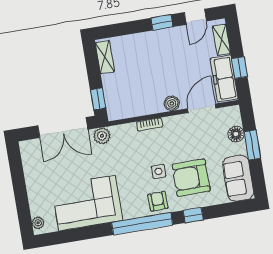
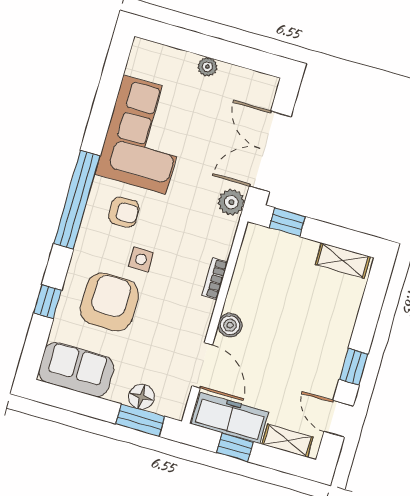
window: (252, 145) -> (140, 420), moved
armchair: (158, 201) -> (124, 212), moved
window: (193, 215) -> (48, 301), moved
plant: (38, 223) -> (207, 67), moved

